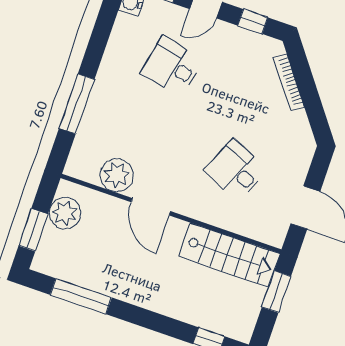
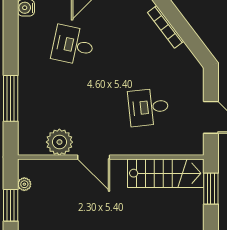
desk: (236, 170) -> (148, 107), turned -30
plant: (65, 213) -> (24, 184), width x0.53, depth x0.53

